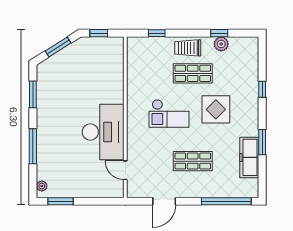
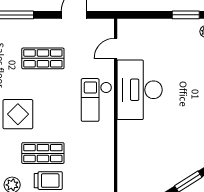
checkout: (169, 113) -> (96, 100), moved, turned -90
door: (125, 170) -> (116, 48), swing flipped

